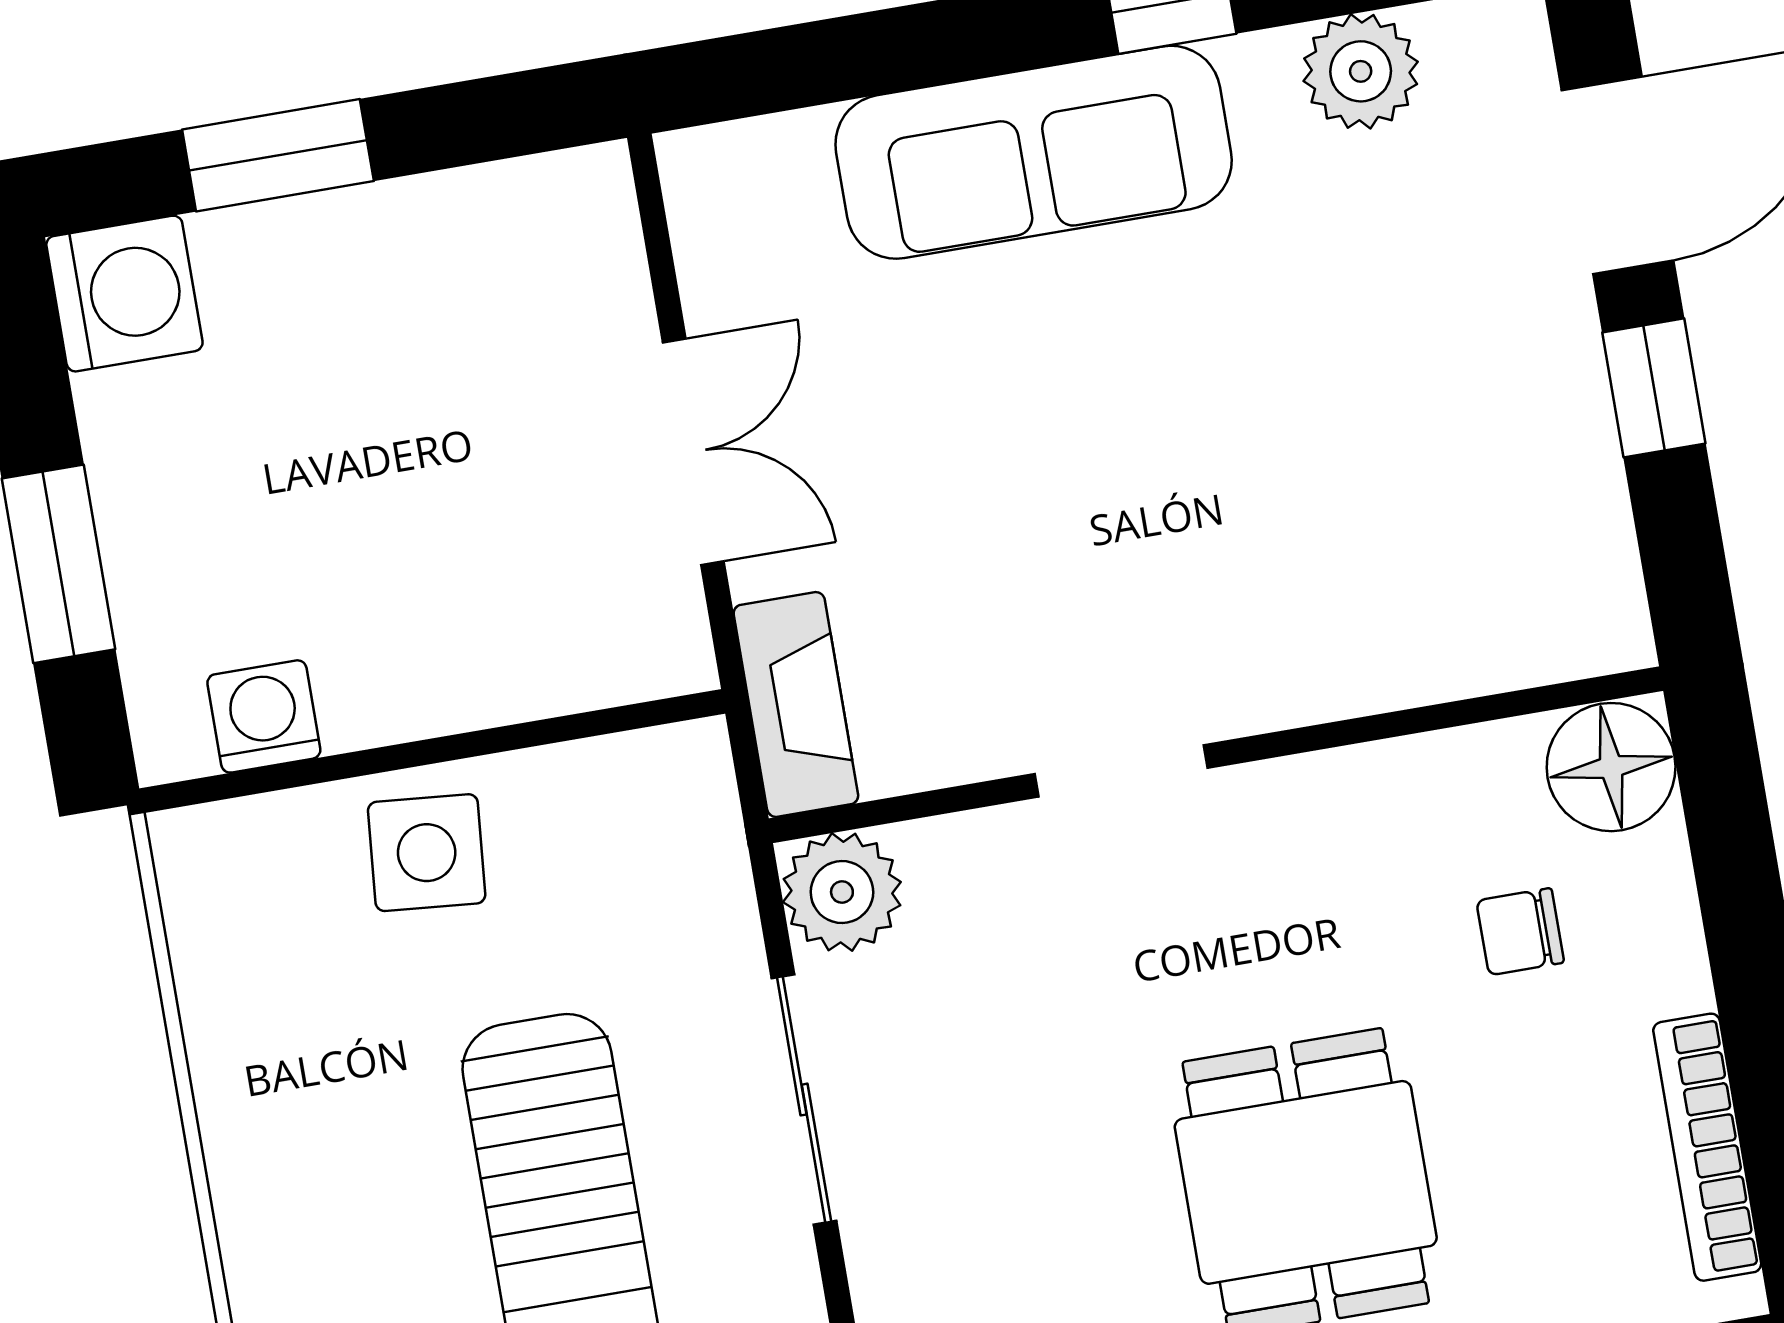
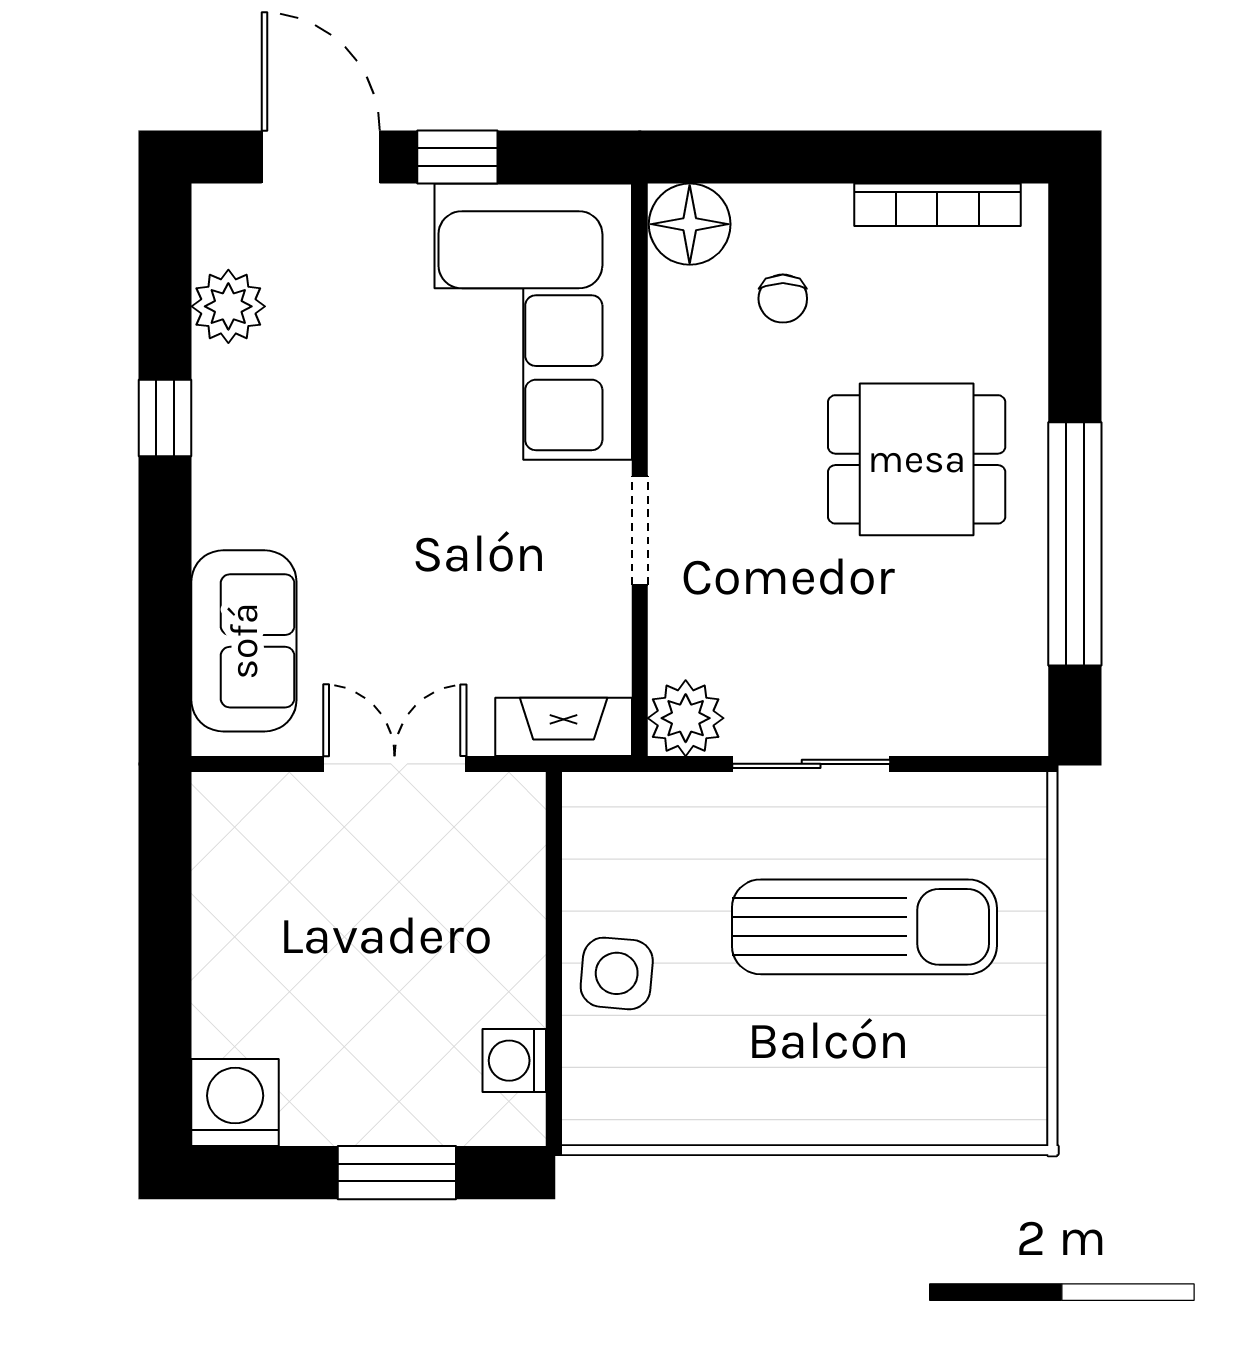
sofa: (1034, 152) -> (244, 641), moved, width x0.73
window: (278, 155) -> (165, 992), removed
corner sofa: (1418, 550) -> (533, 322), added

